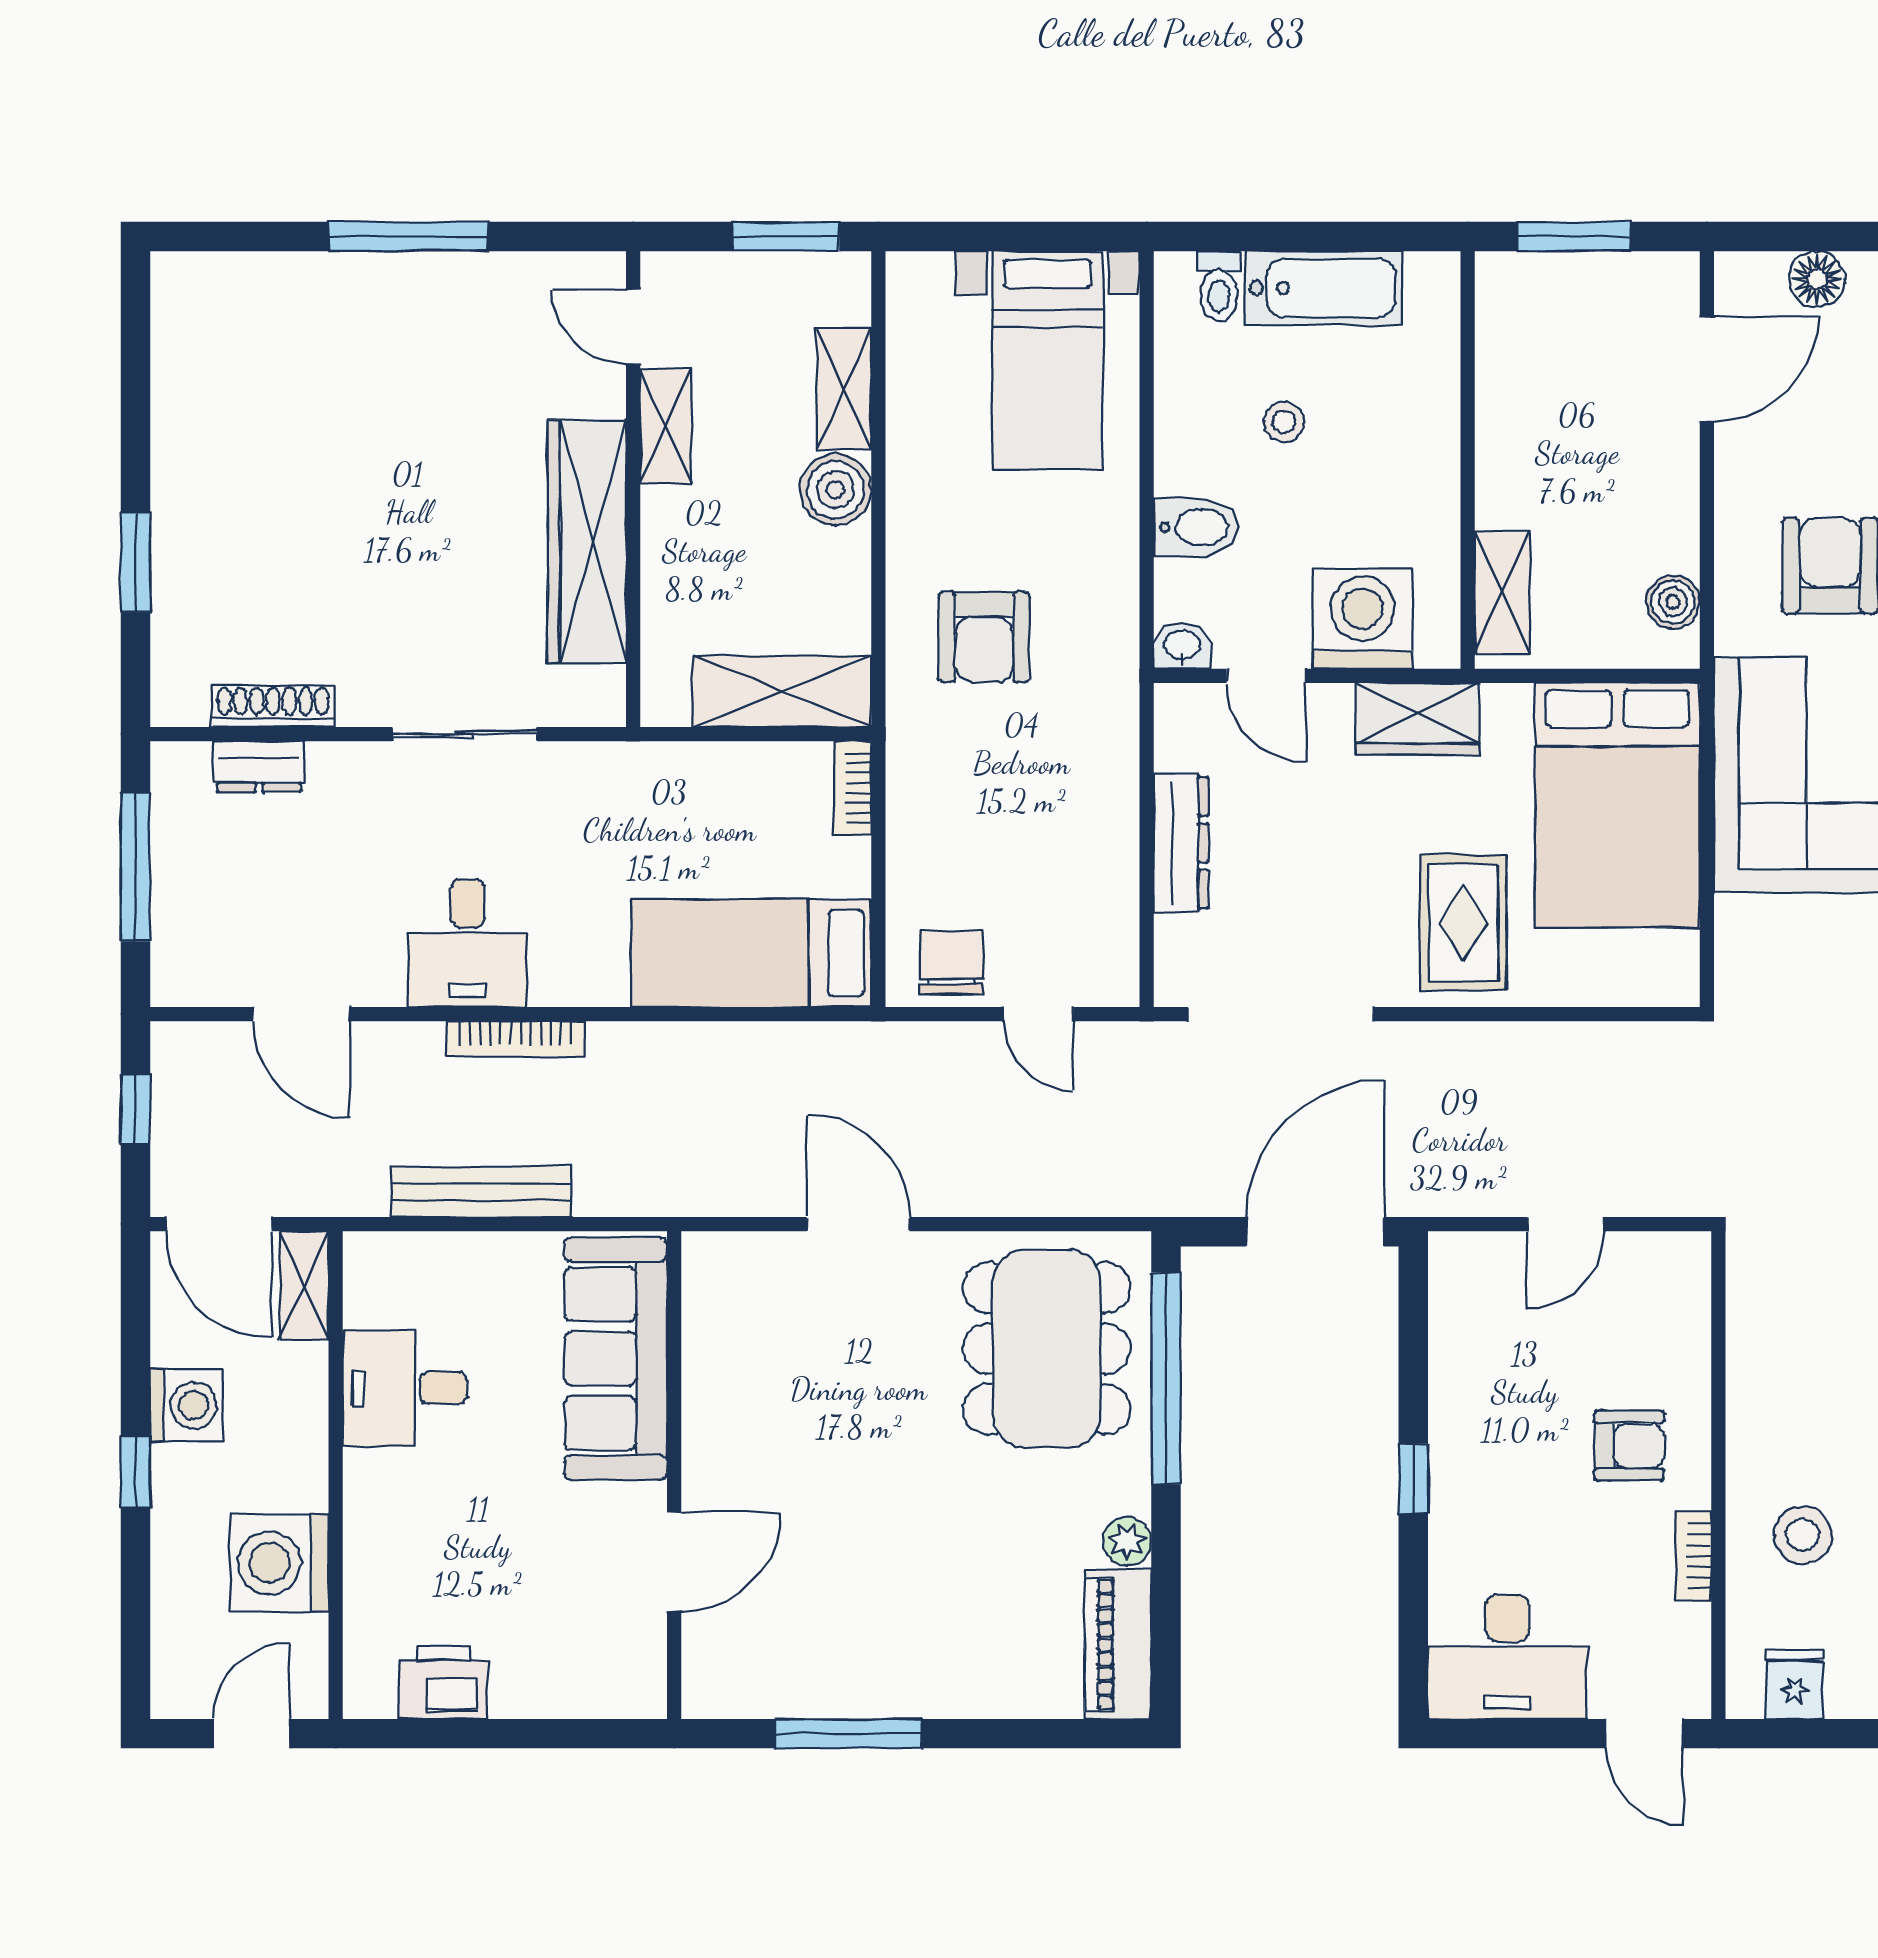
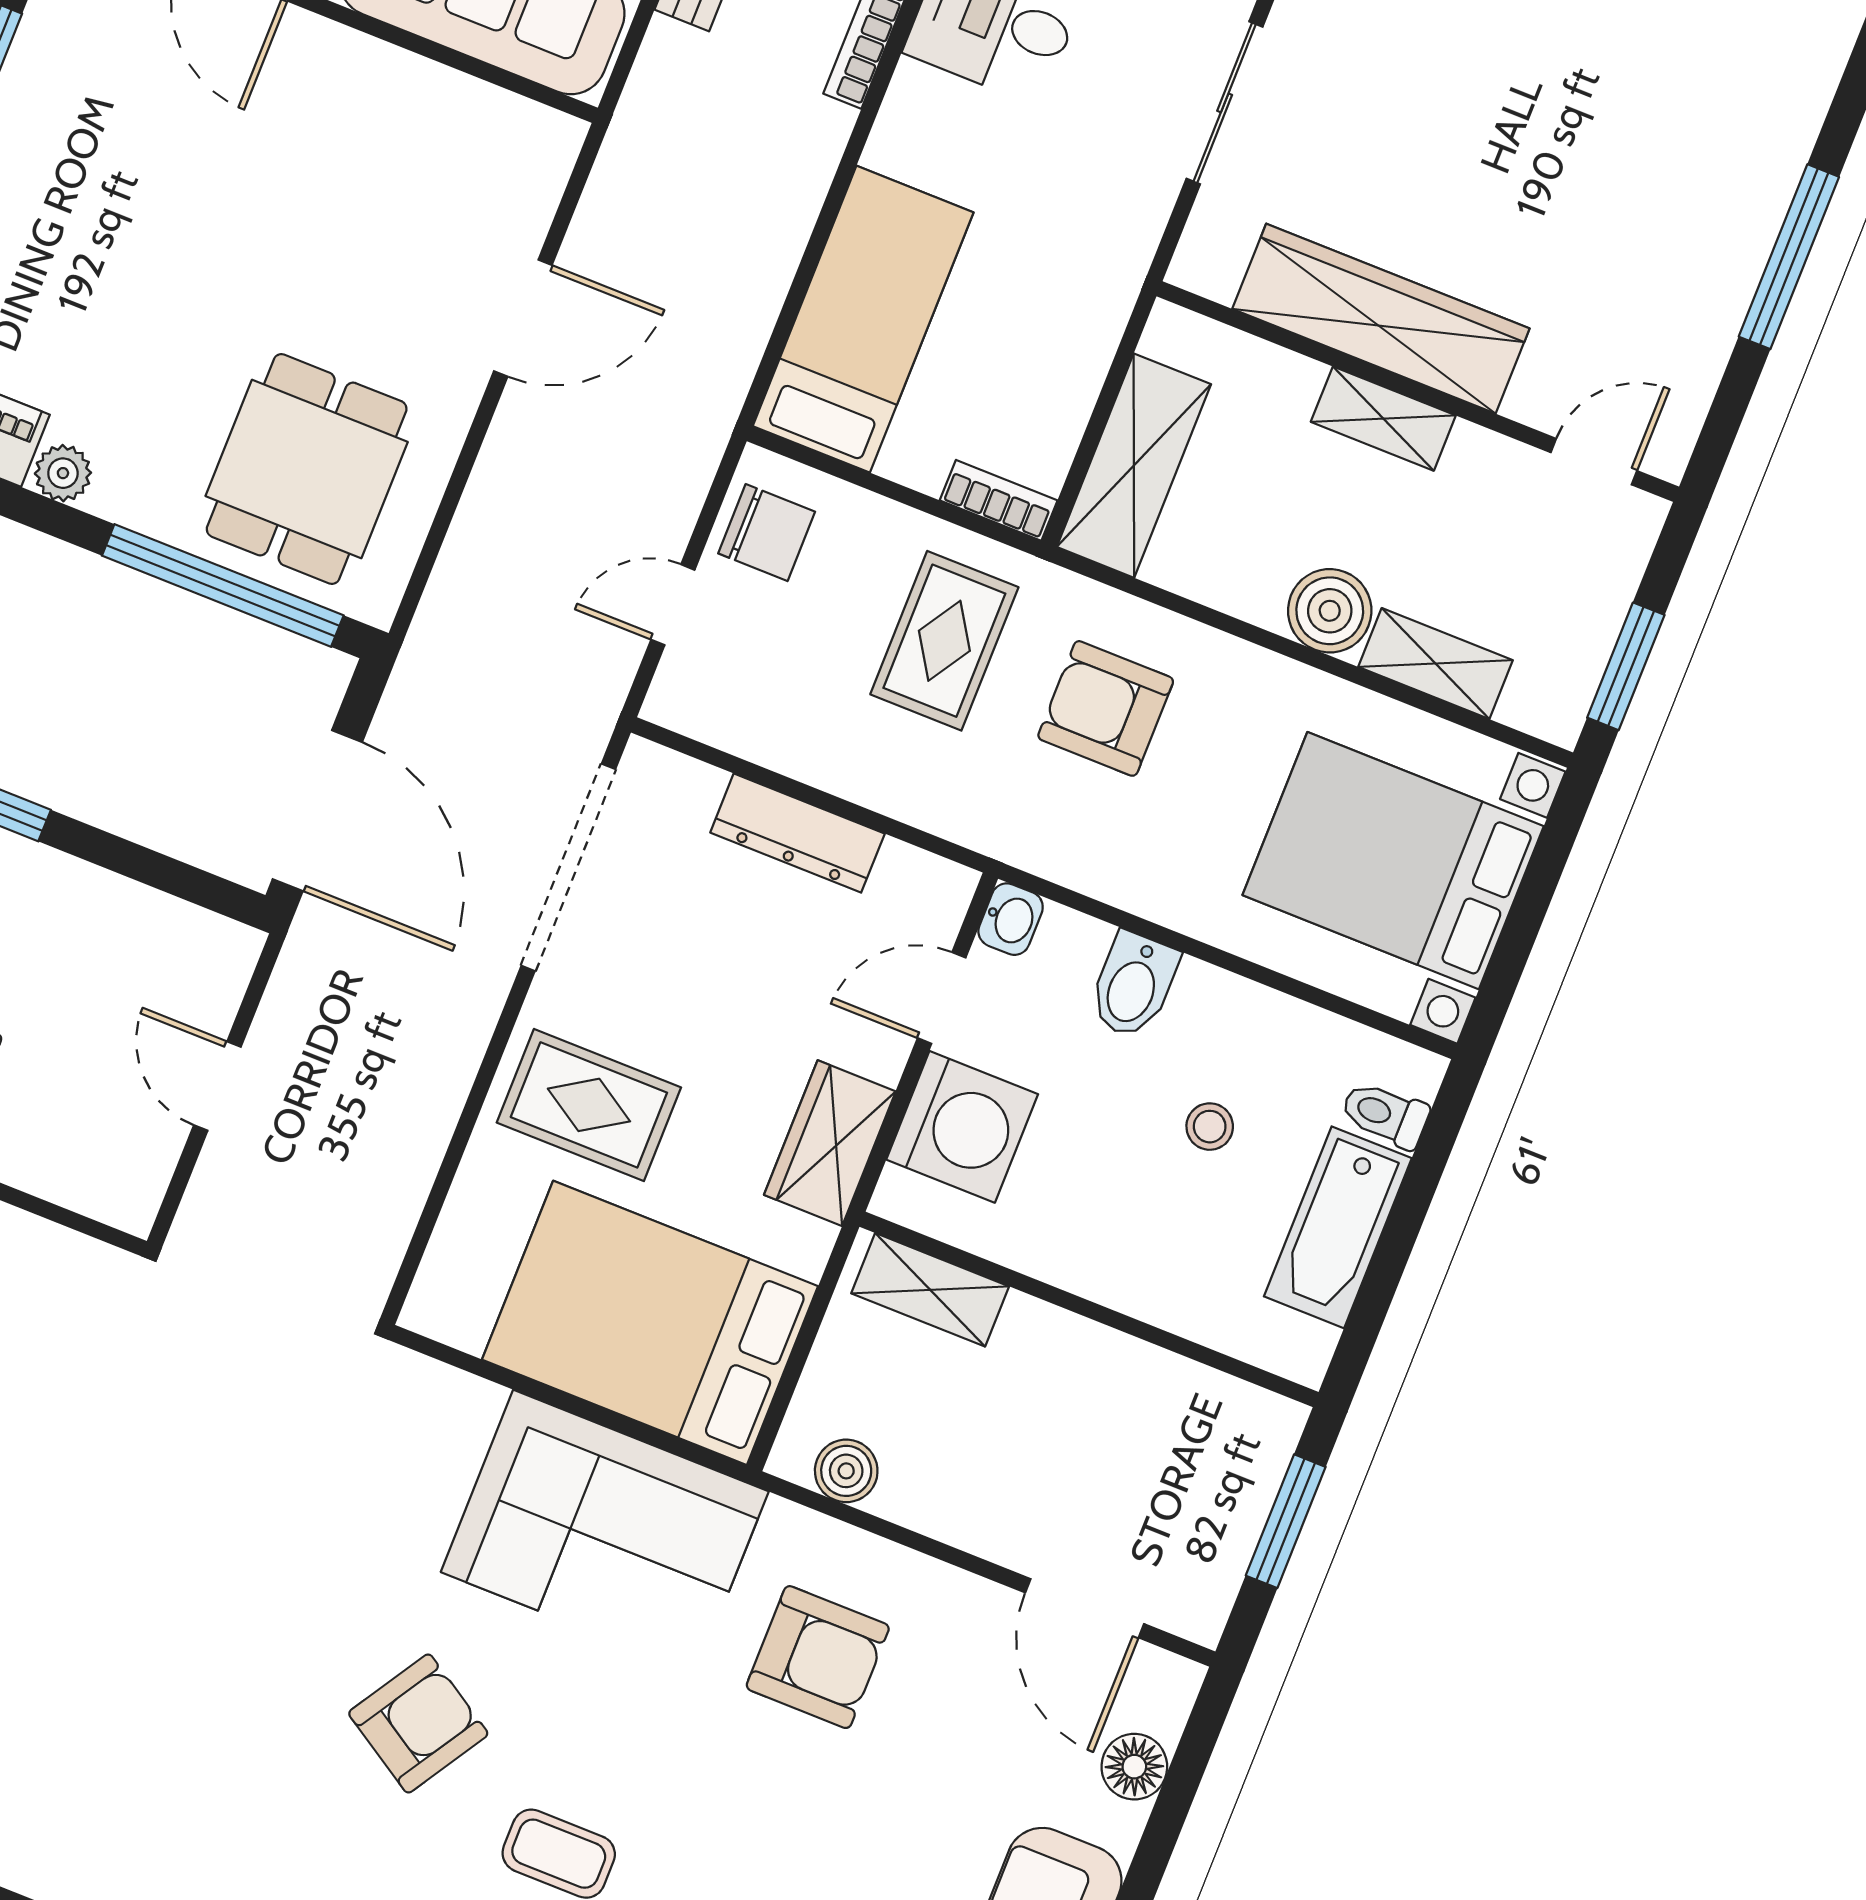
bed with nightstands: (1048, 360) -> (1393, 861), width x1.36
shelving: (666, 426) -> (1383, 419), moved
rug: (981, 787) -> (944, 641), added
dining table: (1047, 1349) -> (307, 469), width x0.73

